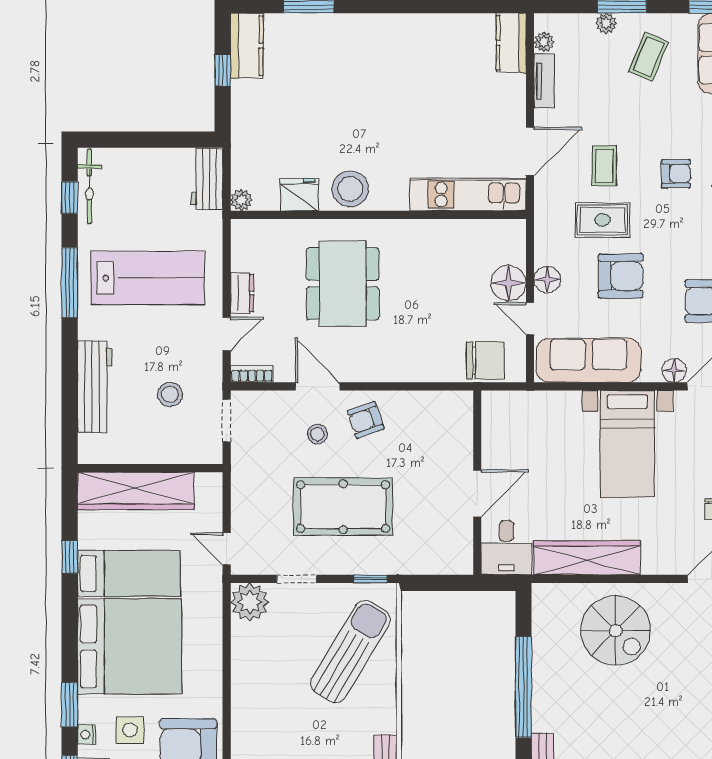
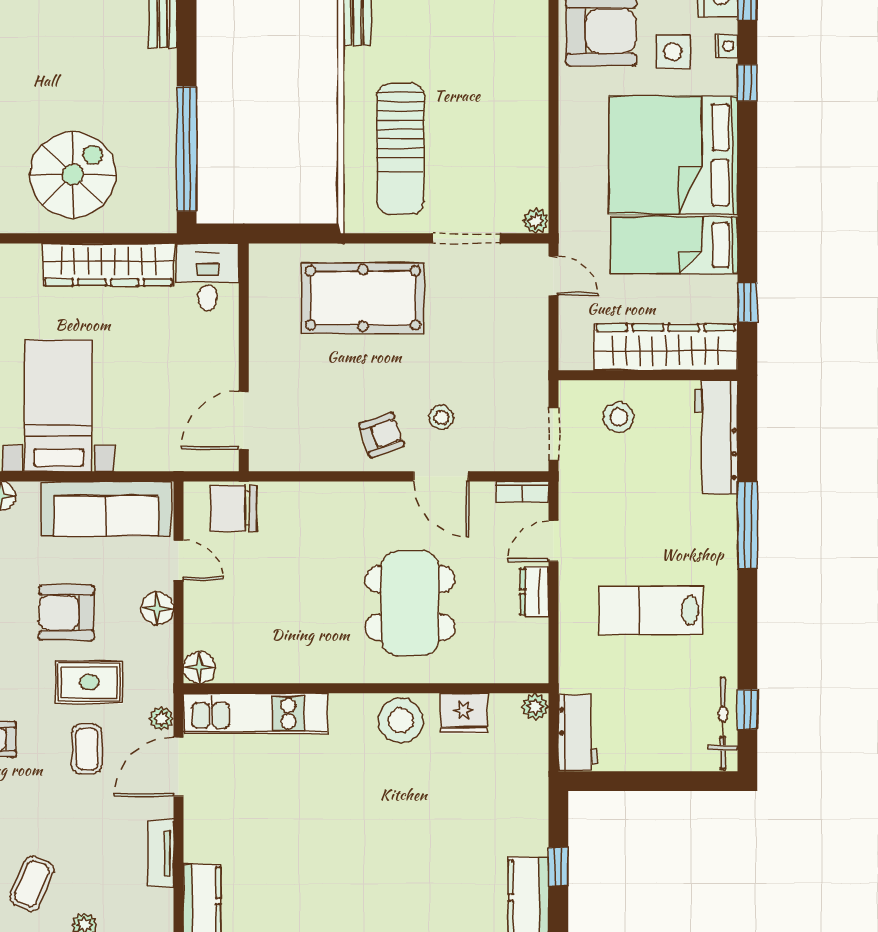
plant: (544, 42) -> (161, 719), moved
lab bench: (148, 278) -> (651, 610), width x0.73, depth x0.72
window: (70, 283) -> (747, 525), moved
floor lamp: (508, 283) -> (199, 668), moved, width x0.73, depth x0.73
workbench: (95, 387) -> (716, 437), moved
stool: (170, 394) -> (618, 417), moved
door: (477, 493) -> (244, 420), moved
pool table: (343, 507) -> (363, 298), moved
window: (70, 557) -> (747, 302), moved
doorway: (297, 579) -> (467, 238), width x1.38
window: (371, 579) -> (376, 238), removed
plant: (250, 602) -> (536, 221), width x0.53, depth x0.53
spiral stairs: (616, 631) -> (73, 175), turned 90
sun lounger: (350, 651) -> (400, 149), turned -31
window: (523, 687) -> (187, 149), moved
window: (70, 705) -> (747, 83), width x0.67

